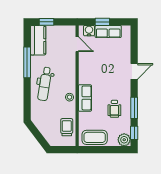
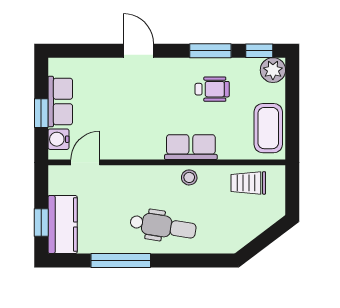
kitchen counter: (38, 40) -> (63, 225), moved, turned 90

